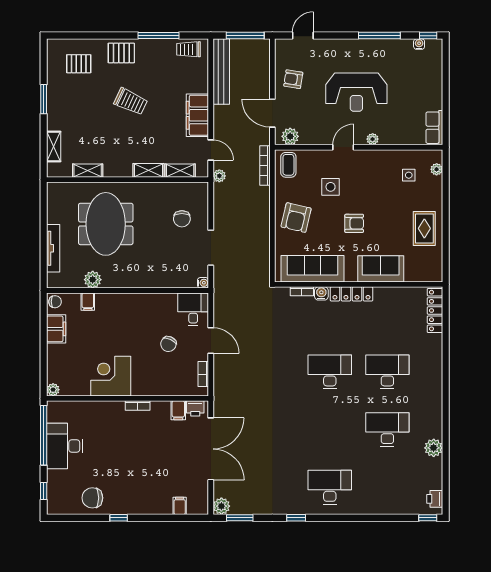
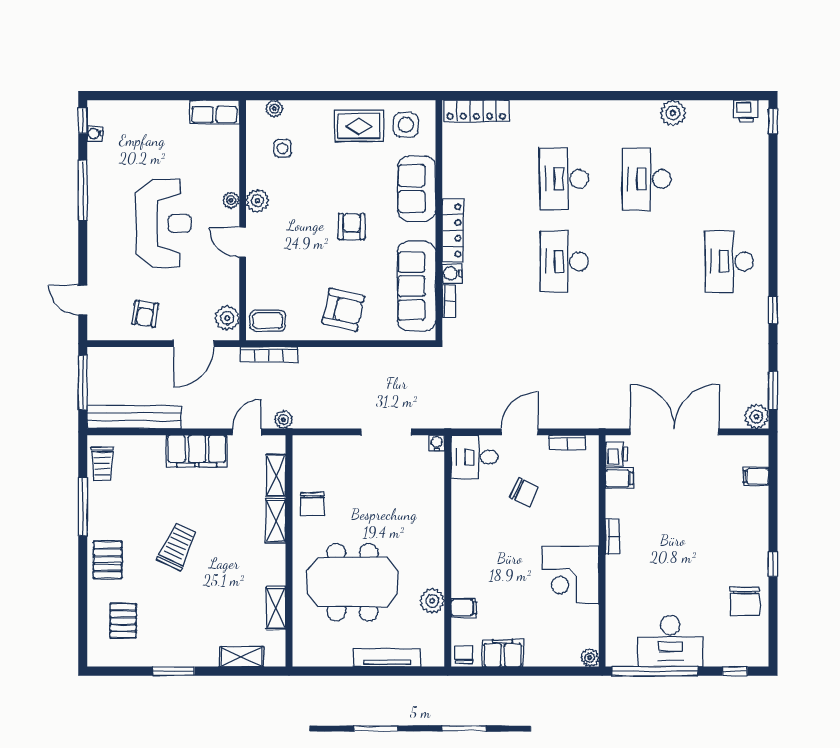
plant: (372, 158) -> (258, 201), added
side table: (331, 187) -> (406, 125), moved
chair: (182, 219) -> (312, 504), moved, turned 90

